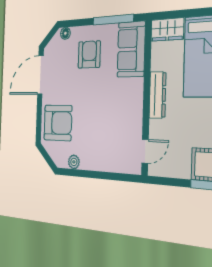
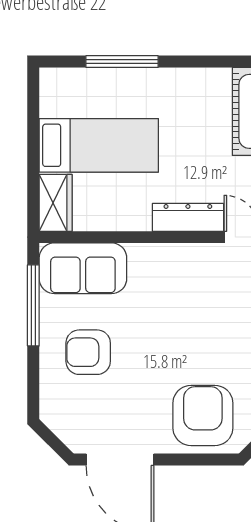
floor lamp: (65, 33) -> (50, 405), removed
dresser: (157, 95) -> (188, 217), moved

